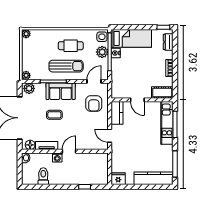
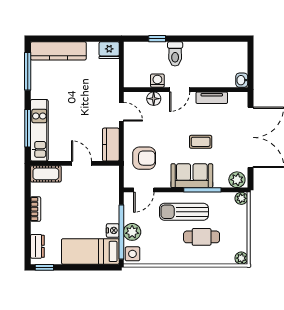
cafe table: (71, 46) -> (202, 237), moved
armchair: (94, 103) -> (144, 158), turned 90
floor lamp: (30, 145) -> (154, 99), moved
washing machine: (57, 158) -> (157, 81), moved
toilet: (43, 176) -> (175, 54), moved

